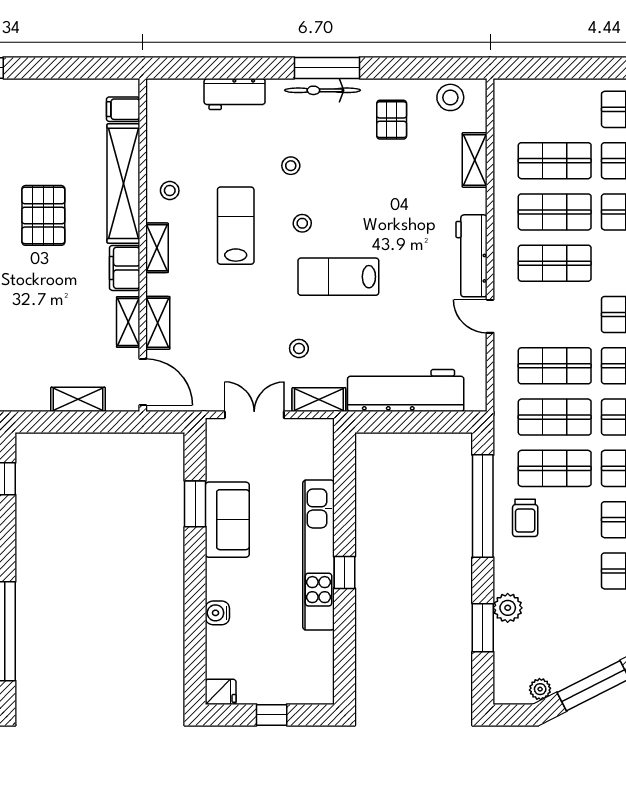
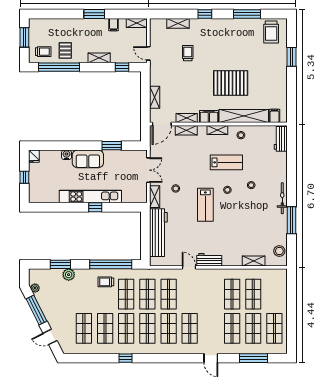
window: (327, 68) -> (292, 220), moved
workbench: (235, 94) -> (281, 139), moved
pallet: (392, 120) -> (270, 227), removed
pallet: (43, 215) -> (231, 83), width x1.37, depth x1.41
workbench: (471, 256) -> (209, 260), width x0.73
shop shelf: (555, 263) -> (211, 294), removed
lab bench: (338, 277) -> (205, 205), turned 180
door: (490, 316) -> (189, 267), hinge flipped
sofa: (227, 520) -> (88, 159), moved
window: (344, 572) -> (95, 207), moved

